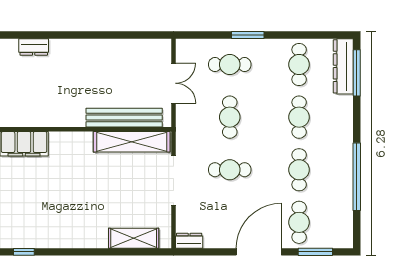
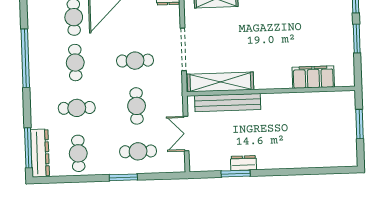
window: (118, 35) -> (236, 174), added
dresser: (34, 47) -> (243, 163), moved
cafe table: (299, 117) -> (77, 108), turned 90

